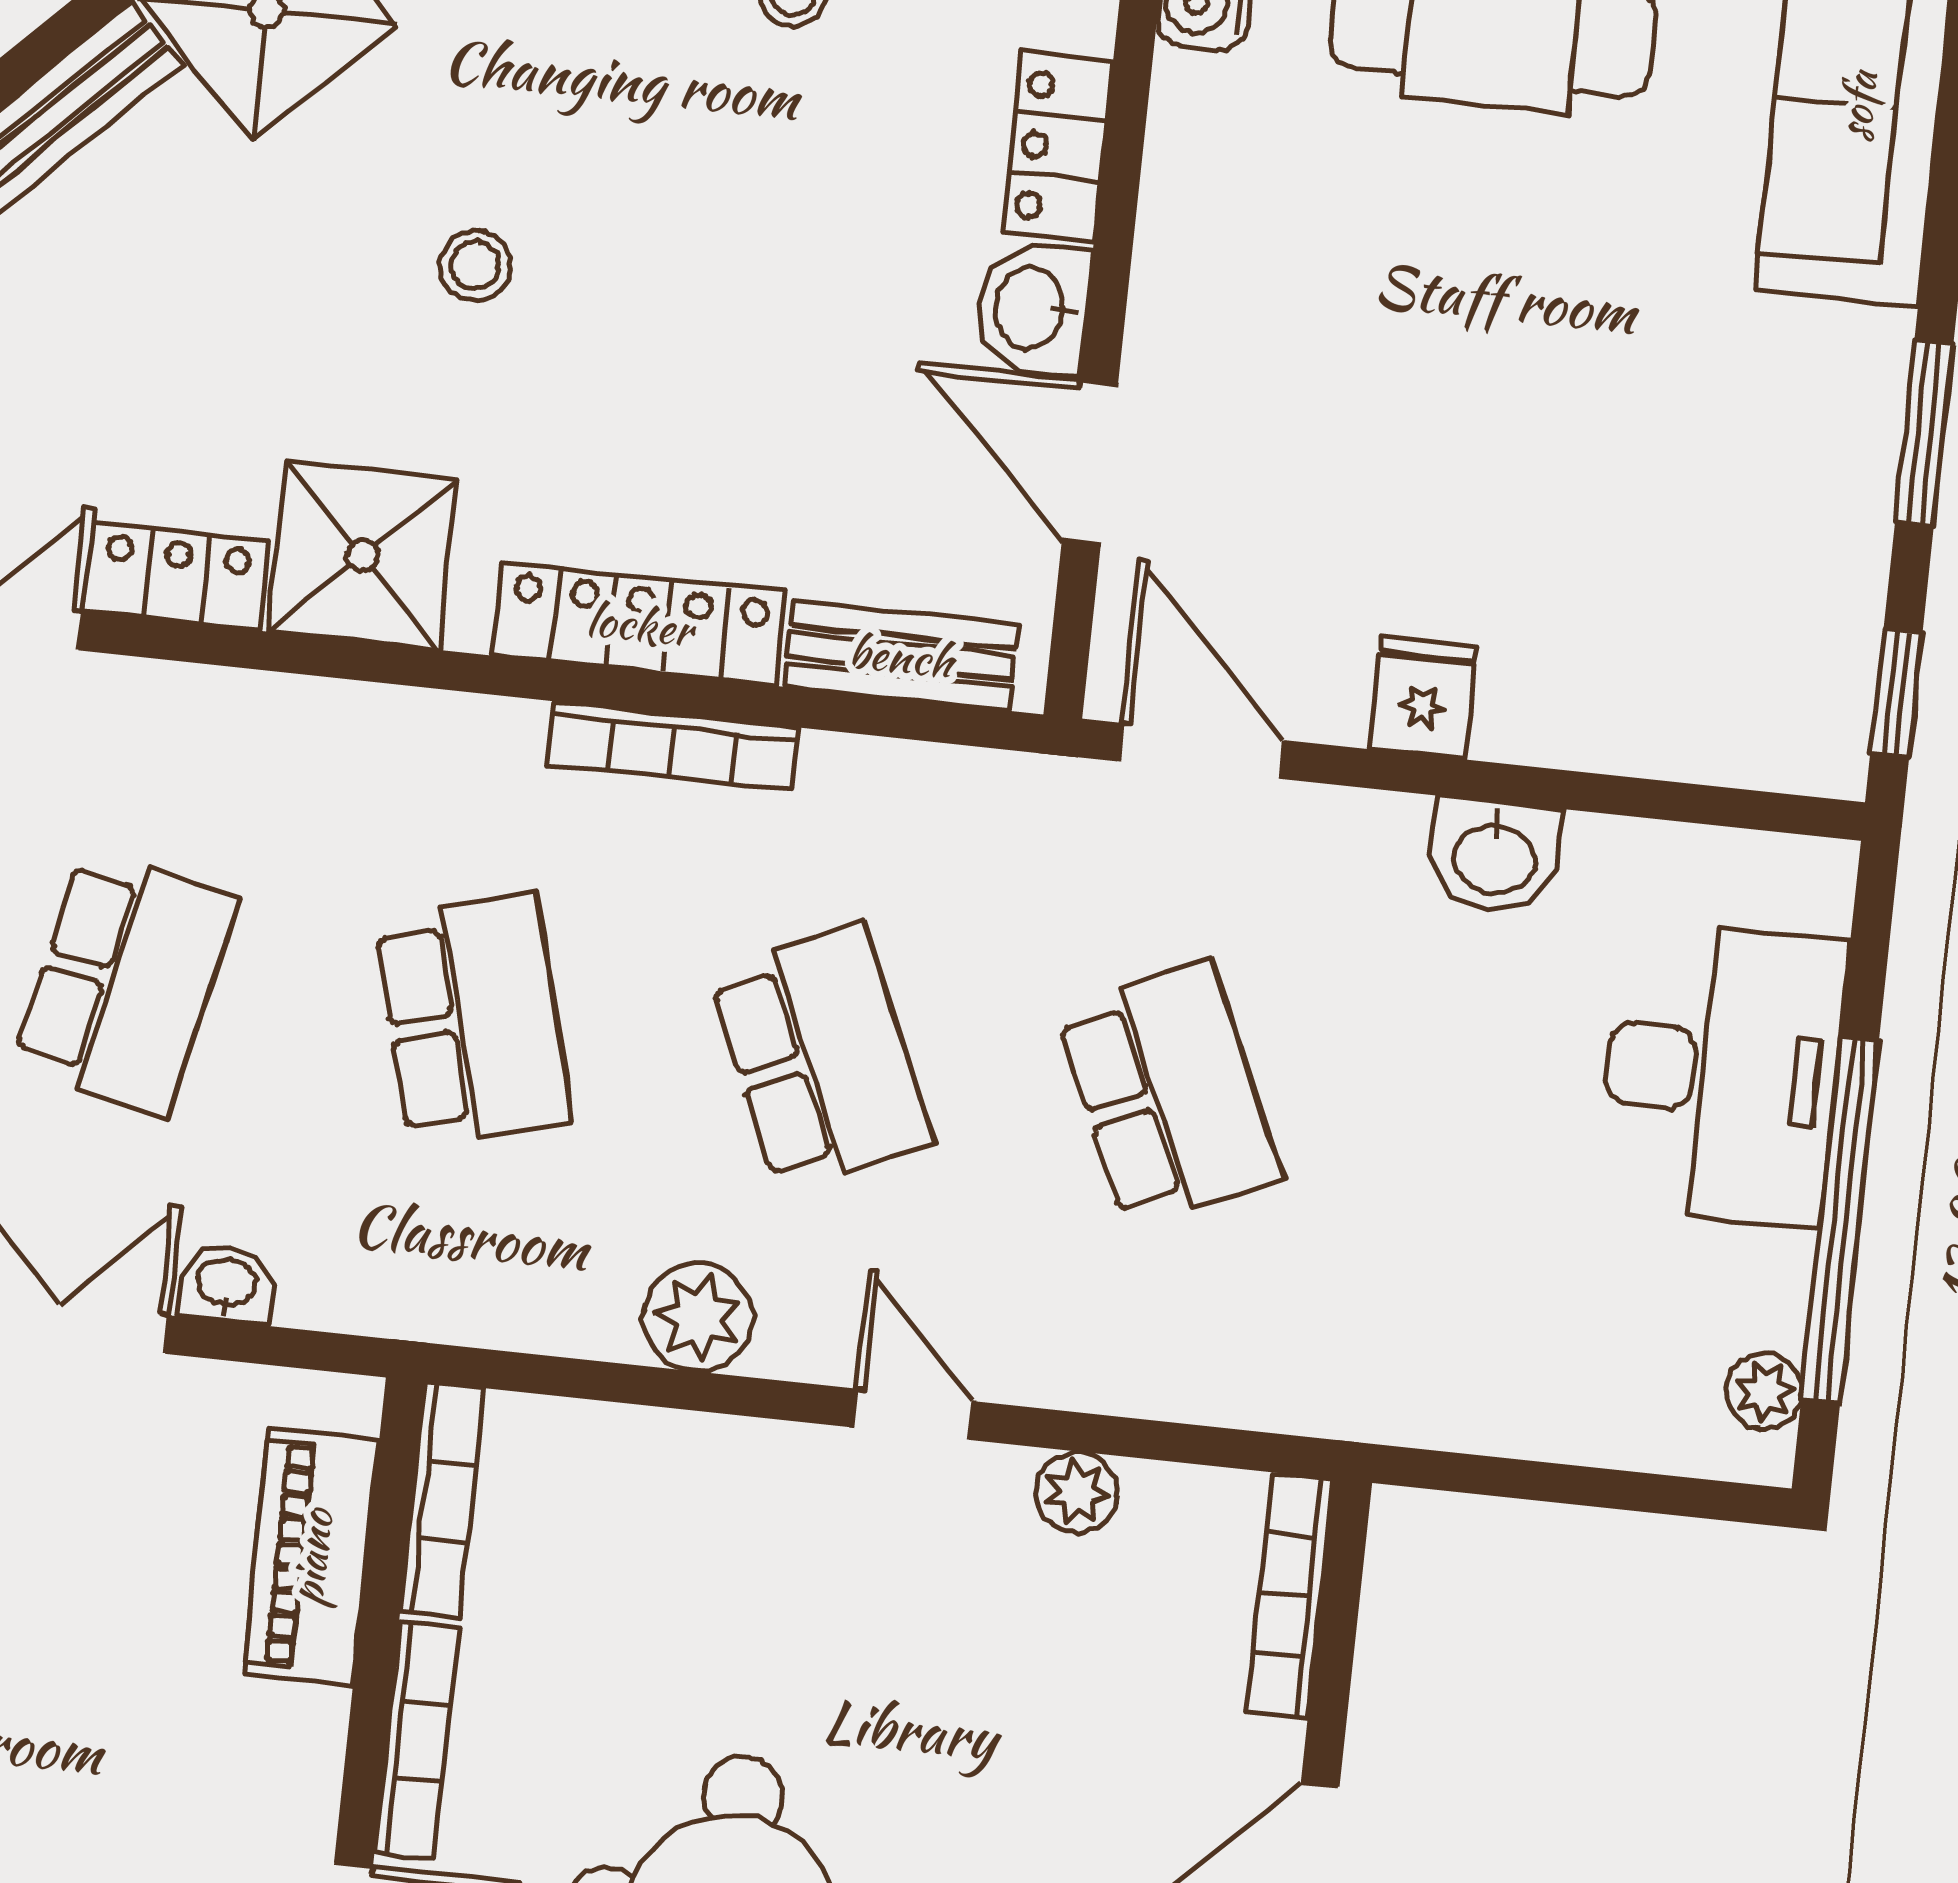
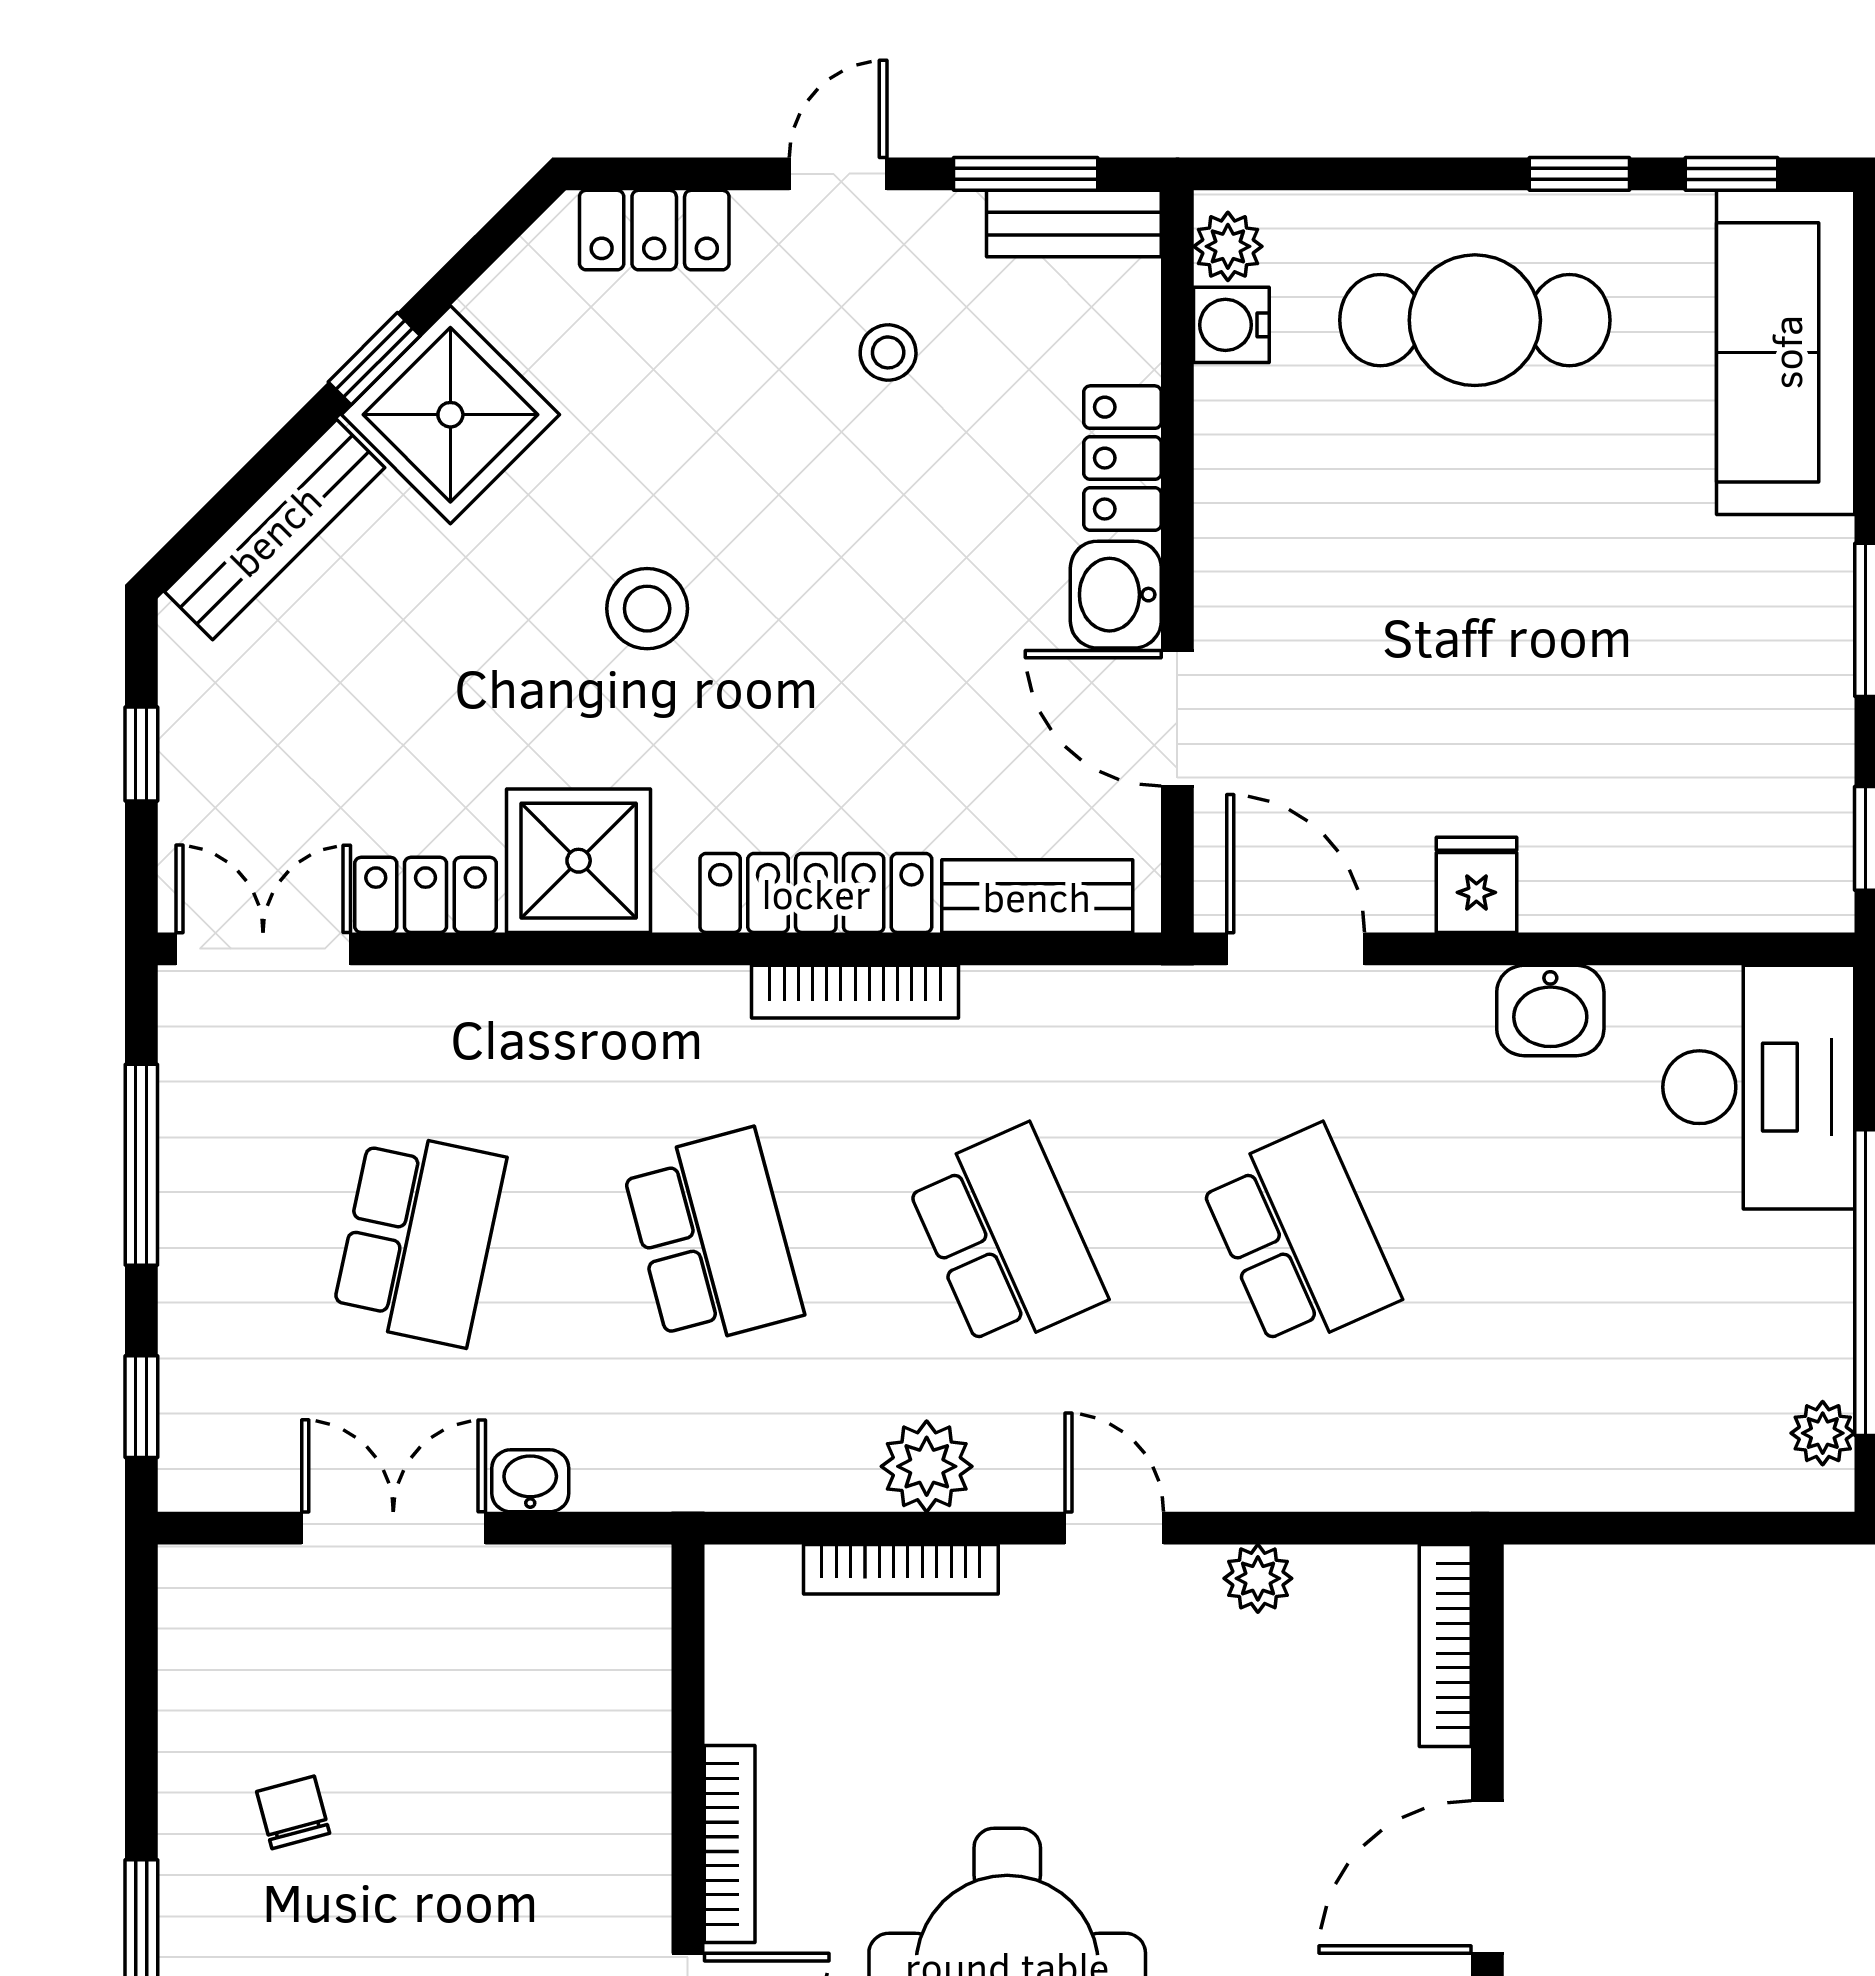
stool: (475, 265) -> (647, 609), width x1.37, depth x1.37
desk: (1721, 1073) -> (1759, 1087), moved
bookcase: (442, 1500) -> (901, 1569), moved, turned 90
piano: (311, 1557) -> (625, 1700), removed

